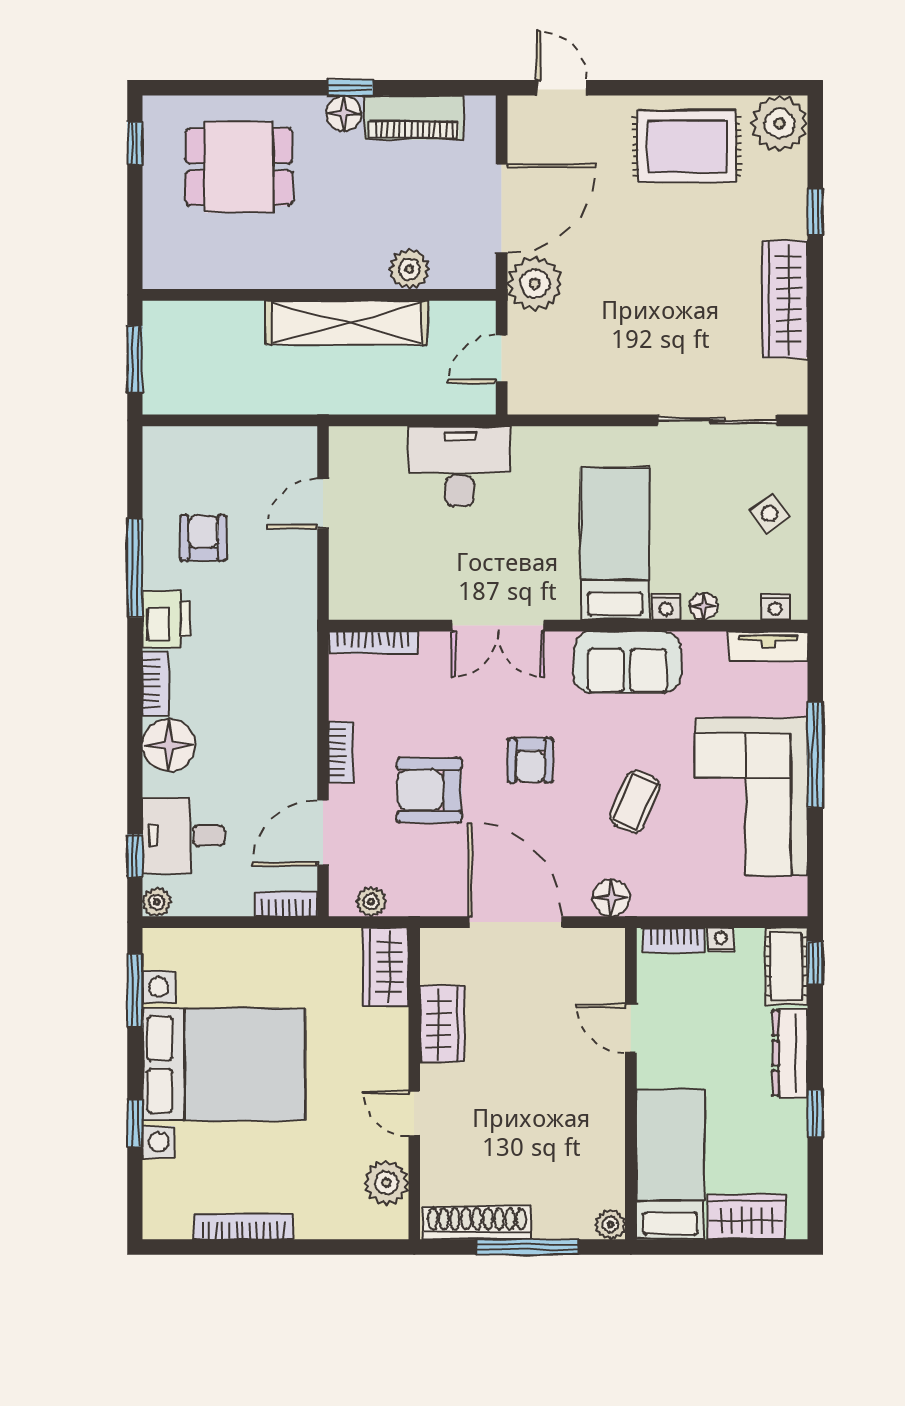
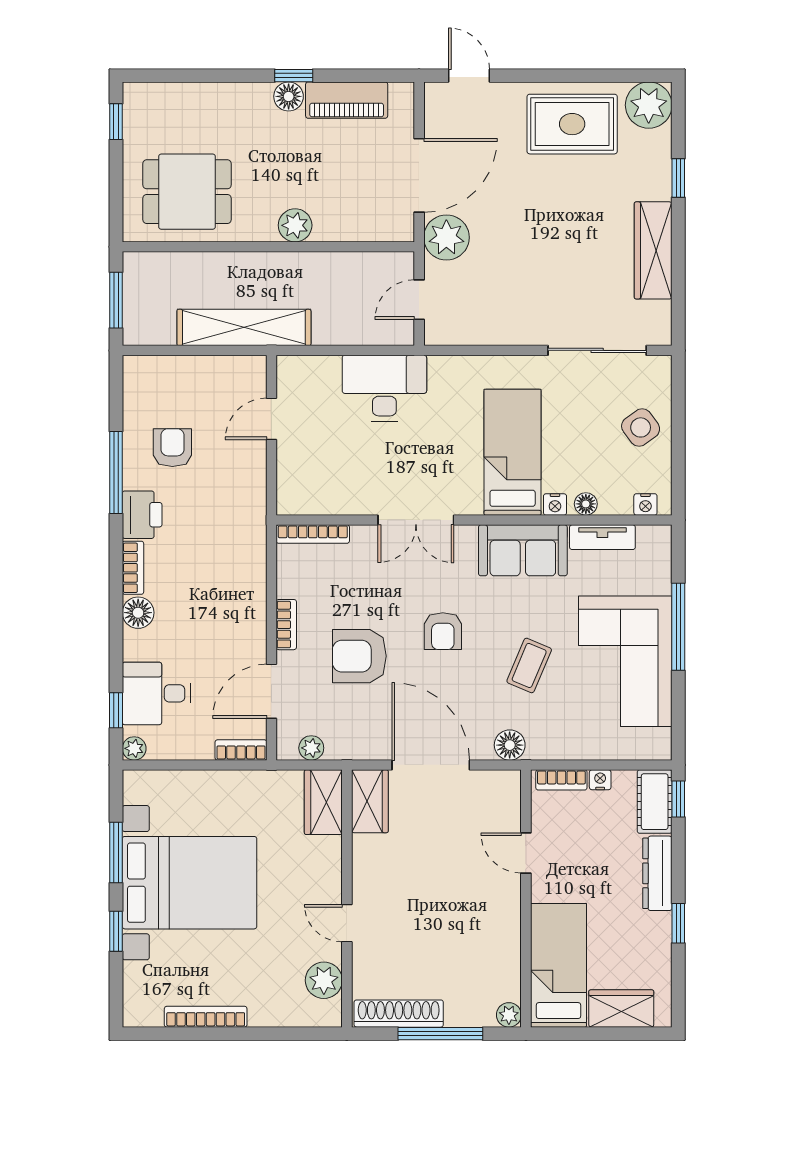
dining table: (239, 167) -> (187, 192), moved
plant: (409, 269) -> (295, 225), moved
shelving: (347, 323) -> (244, 327), moved
side table: (770, 514) -> (641, 427), width x1.37, depth x1.37
tv unit: (768, 646) -> (602, 537), moved
floor lamp: (169, 745) -> (138, 613), width x0.73, depth x0.73
window: (135, 991) -> (116, 853), moved
wardrobe: (442, 1024) -> (370, 801), moved

